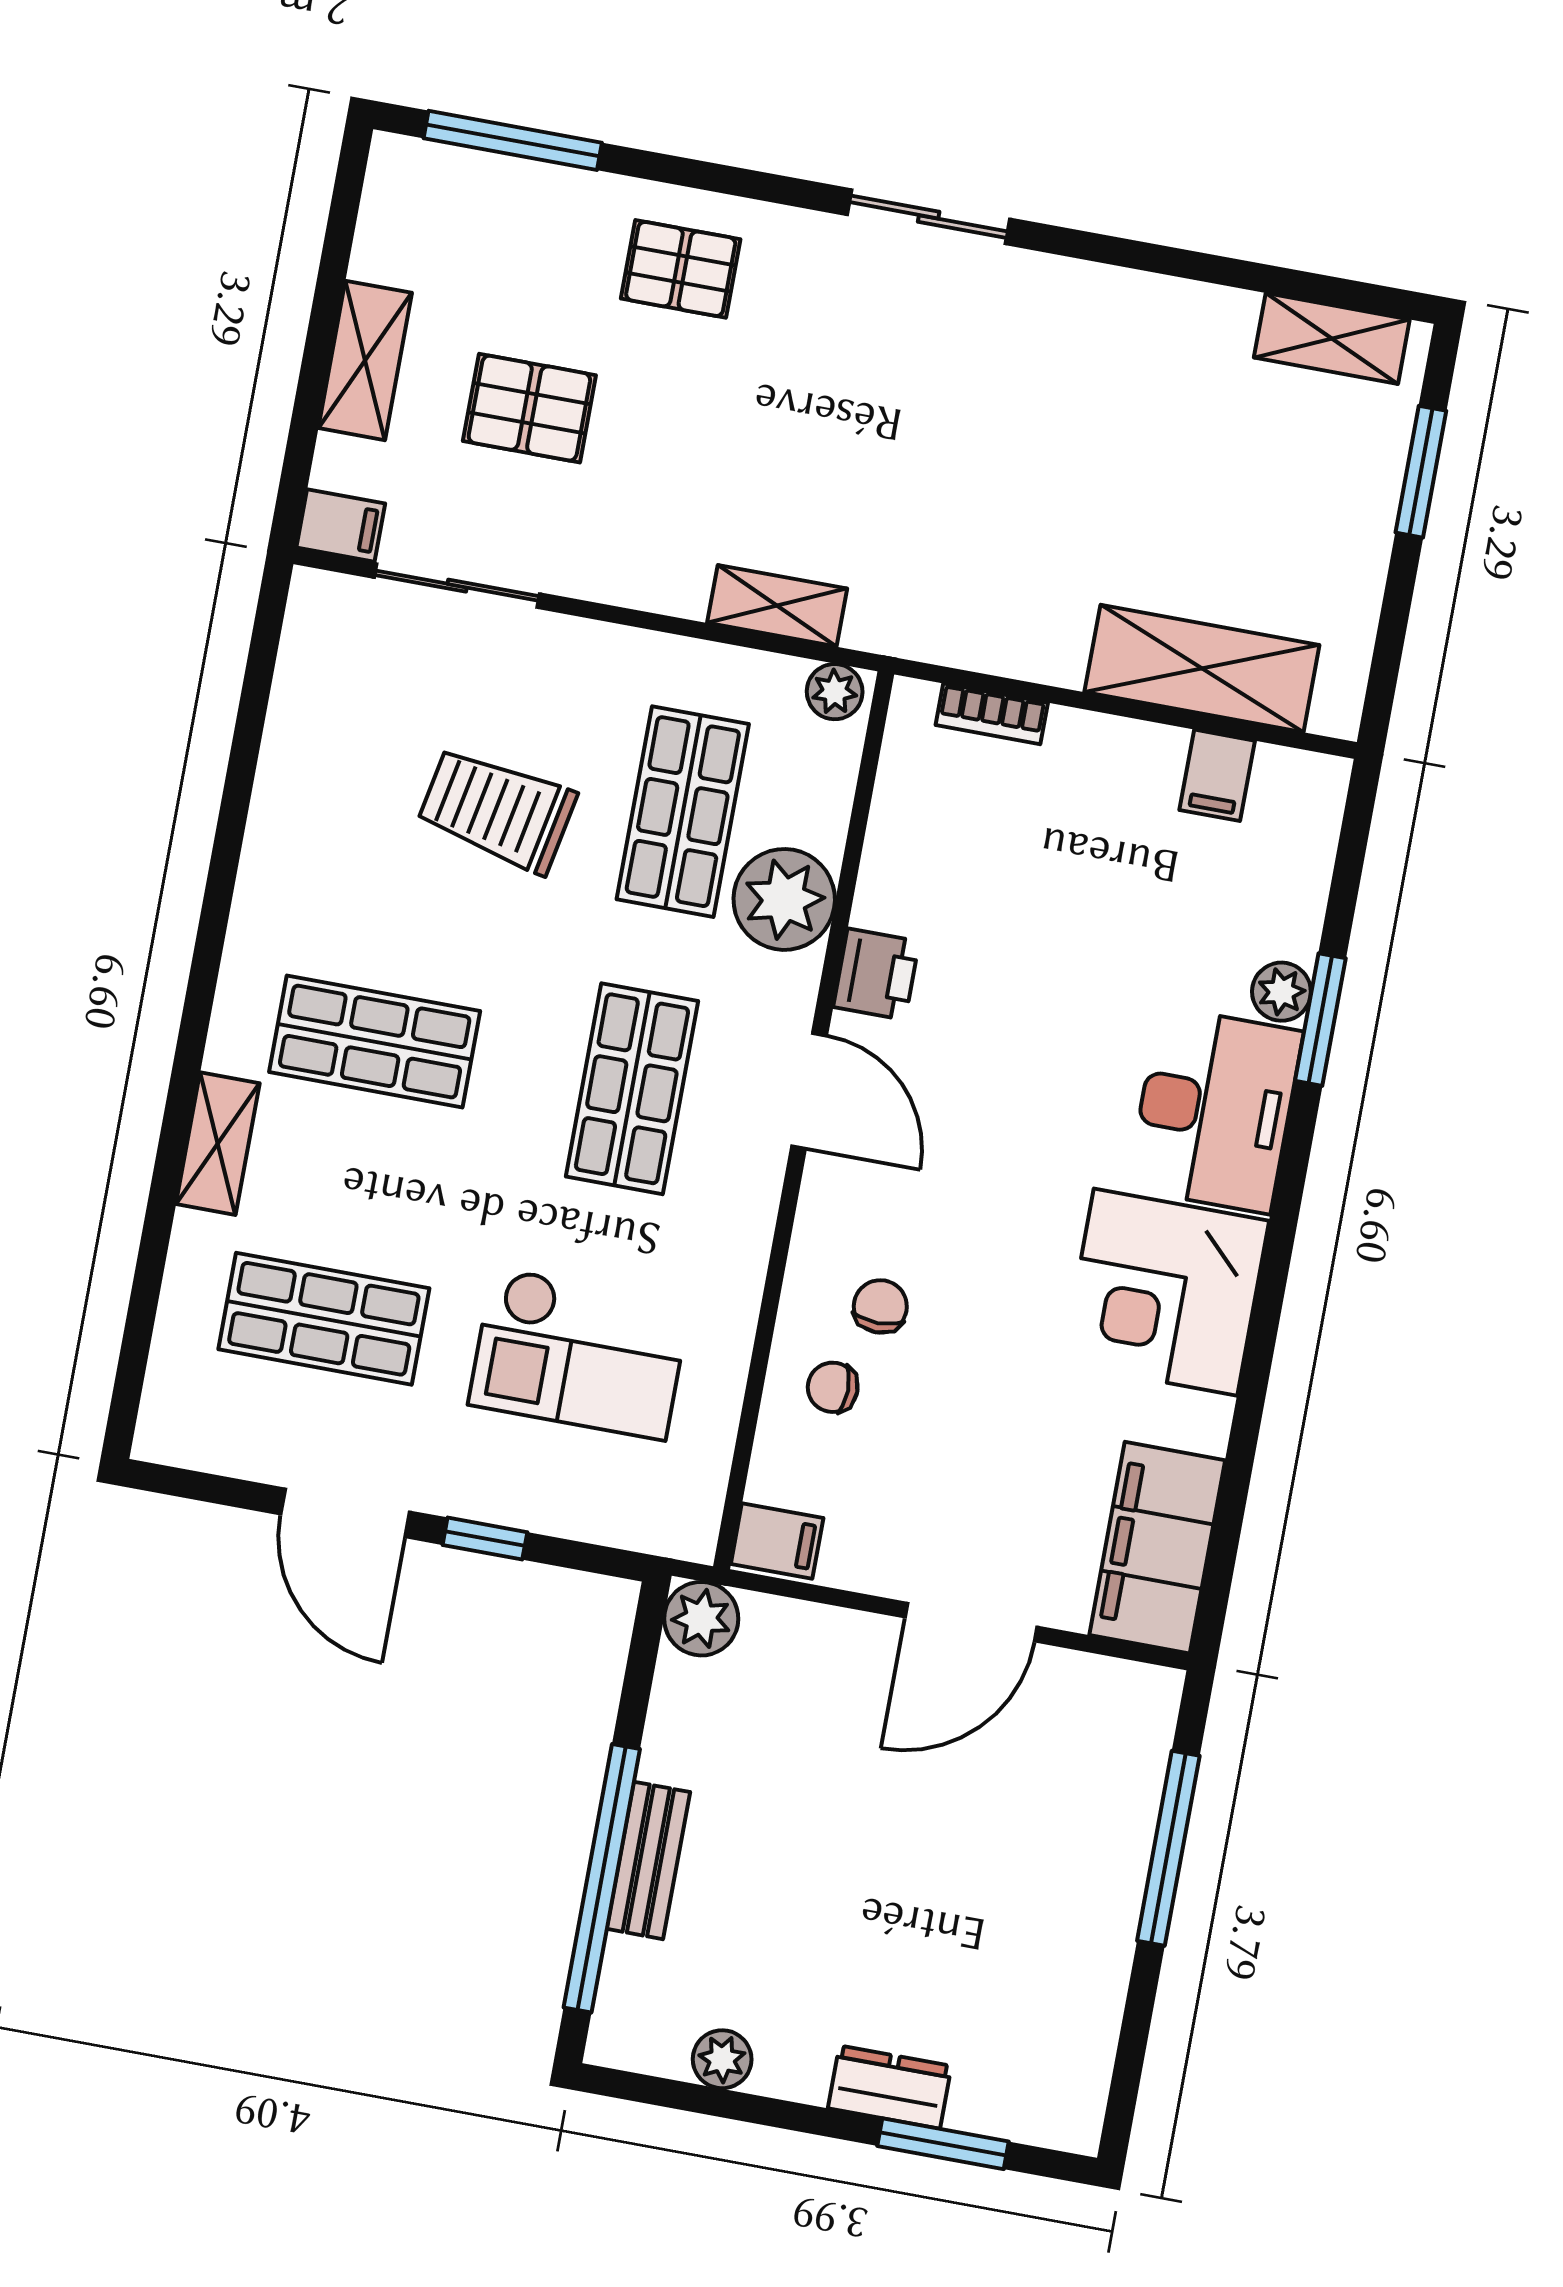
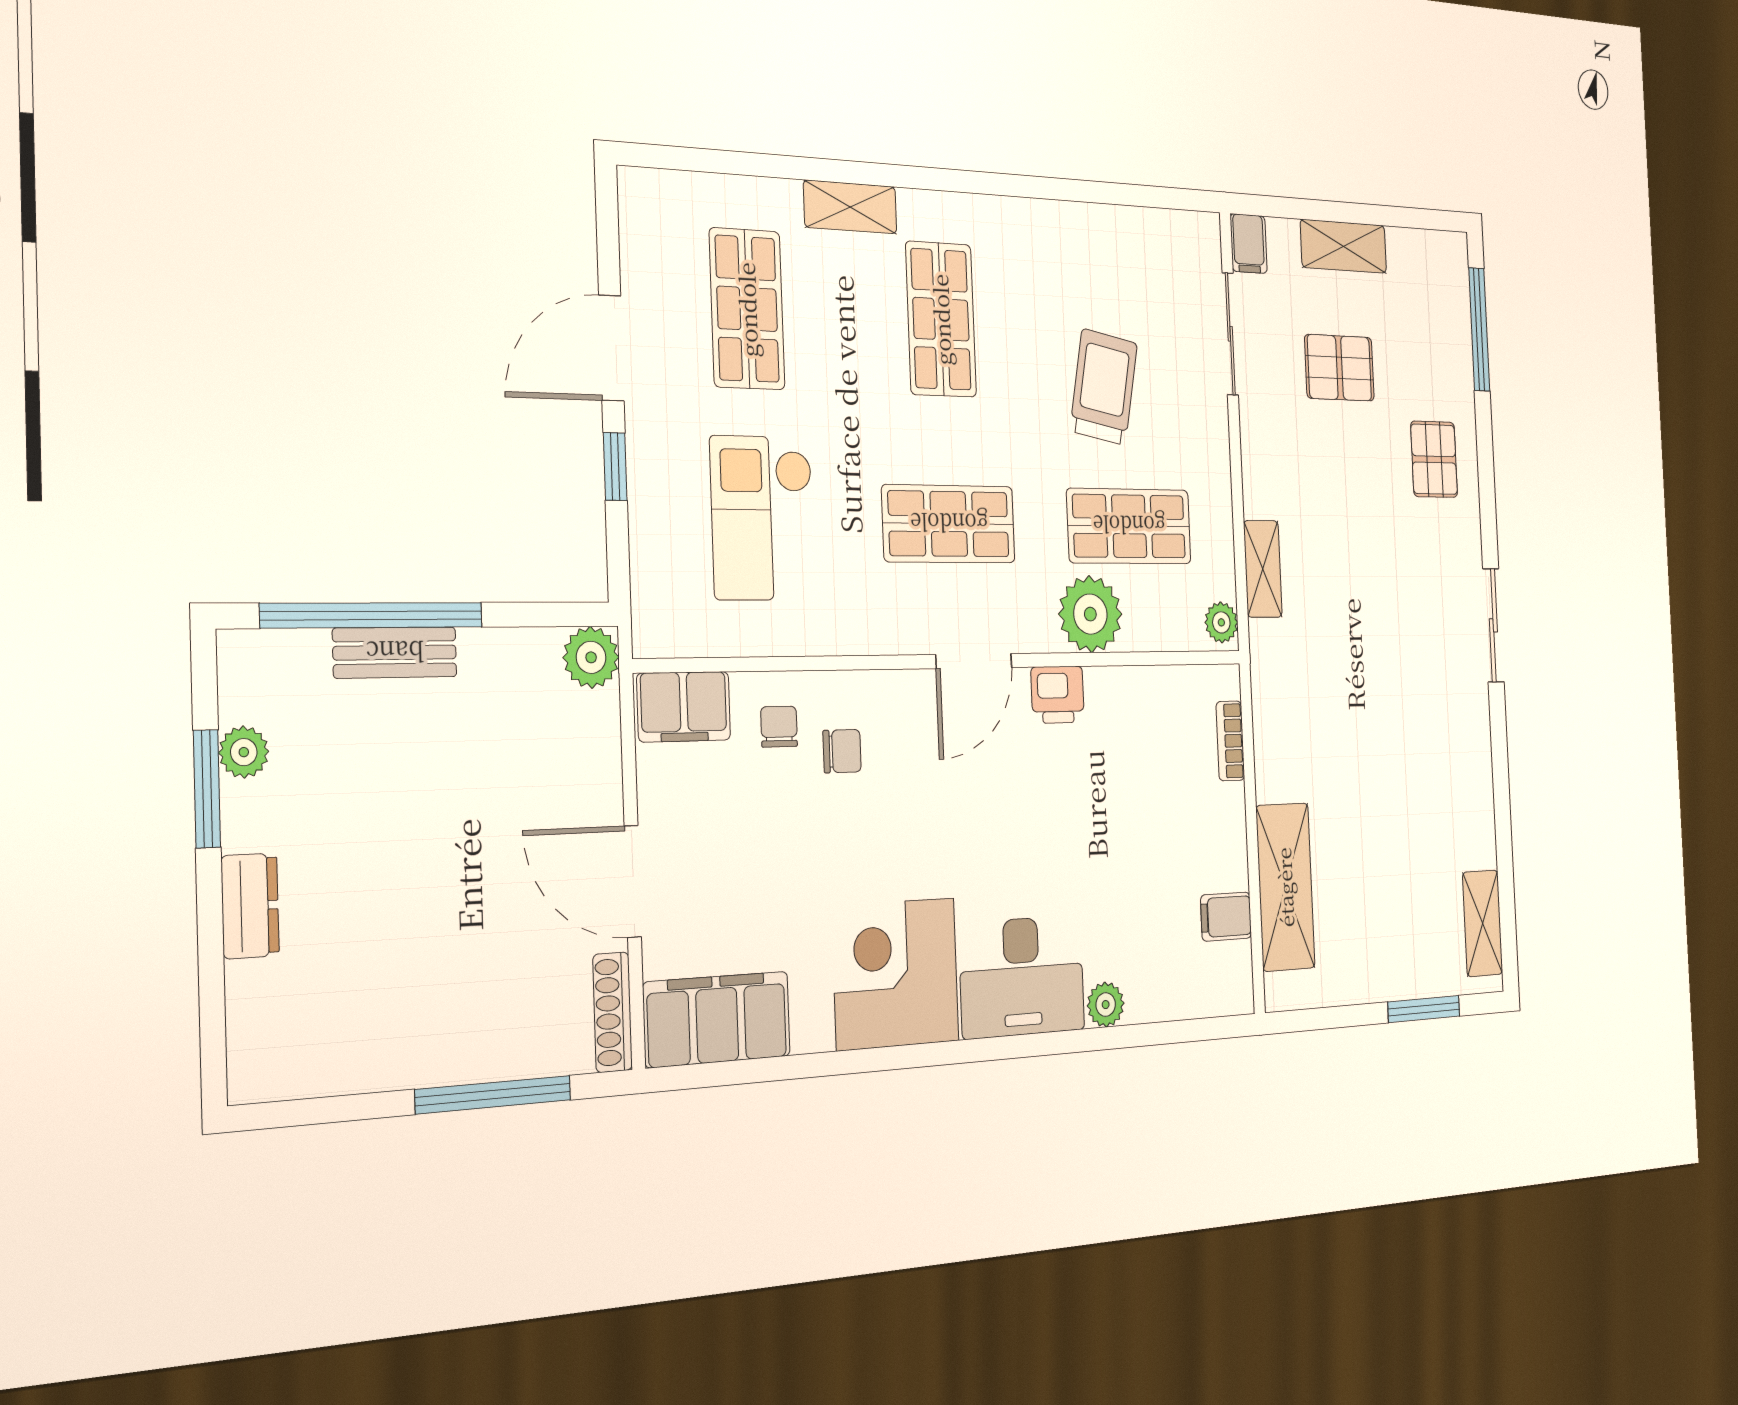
pallet: (529, 408) -> (1339, 368), turned 90
window: (1320, 1020) -> (1094, 1039), removed
filing cabinet: (777, 1541) -> (684, 707), width x2.00
shoe rack: (1114, 1681) -> (613, 1012), added
window: (943, 2144) -> (207, 789), moved

